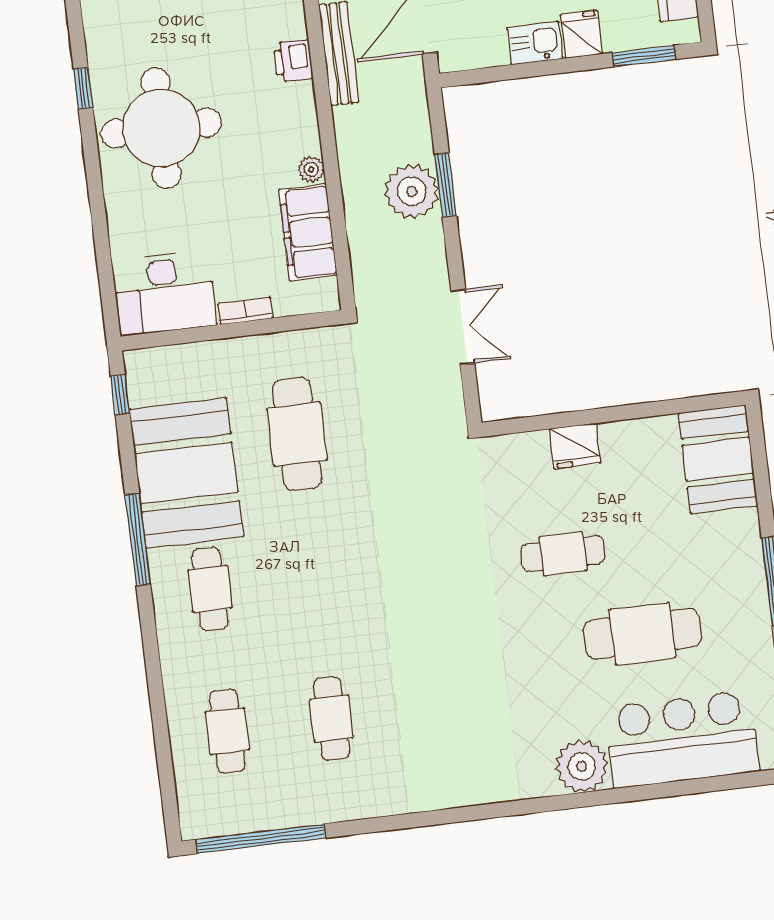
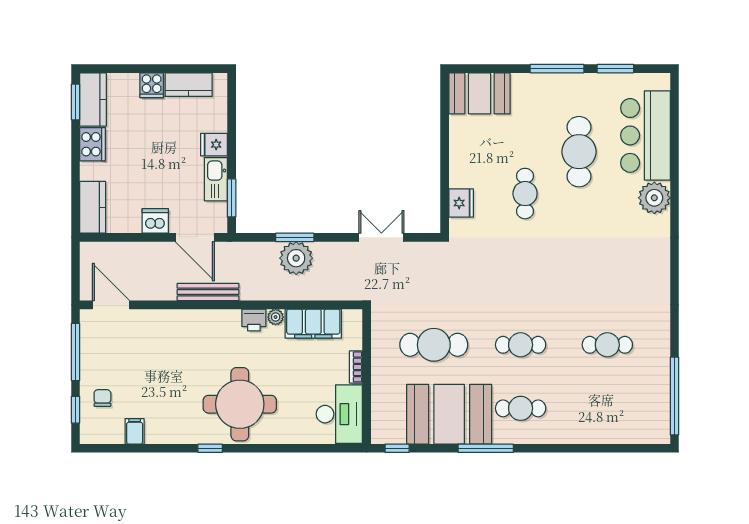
kitchen sink: (535, 43) -> (216, 179), width x1.38
window: (644, 56) -> (232, 198), moved
printer: (293, 61) -> (254, 320), moved
fridge: (575, 446) -> (461, 203), moved
cafe table: (227, 731) -> (521, 345), moved

